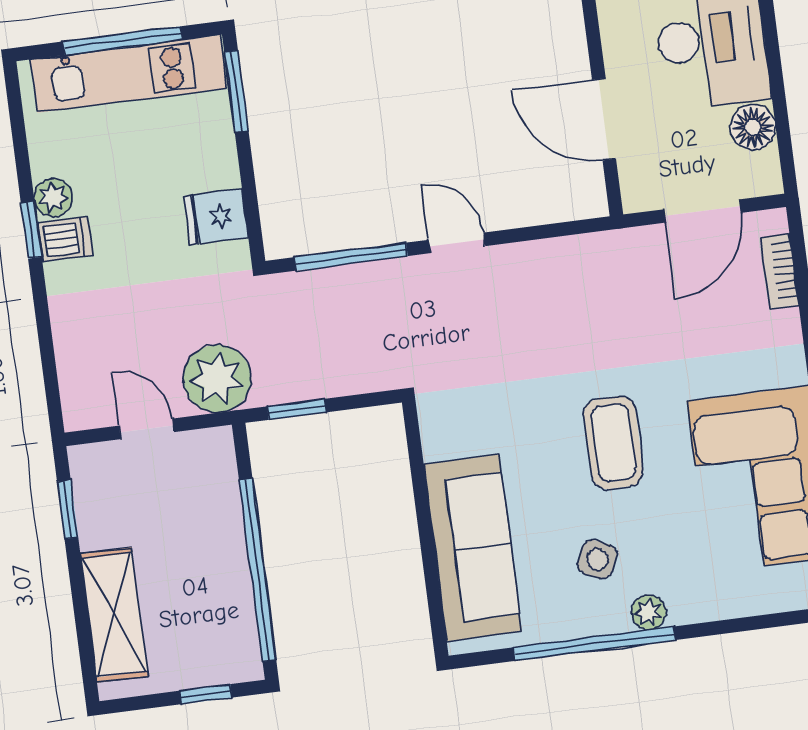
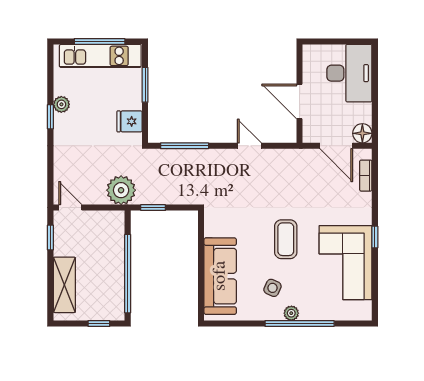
window: (236, 91) -> (145, 85), moved
floor lamp: (753, 127) -> (362, 133), moved
door: (702, 211) -> (336, 146), hinge flipped
dishwasher: (65, 239) -> (64, 123), removed
door: (457, 243) -> (249, 146), moved
door: (146, 429) -> (70, 208), moved
window: (594, 644) -> (300, 323), moved

